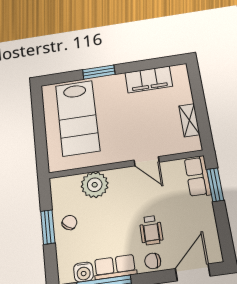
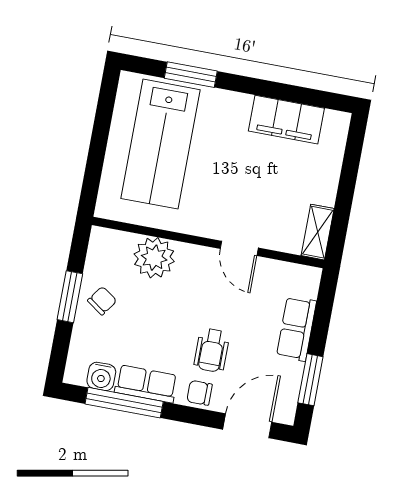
window: (99, 72) -> (191, 75), moved
shelving: (189, 120) -> (318, 232), moved
row of seats: (198, 176) -> (296, 329), moved
window: (215, 185) -> (310, 380), moved

